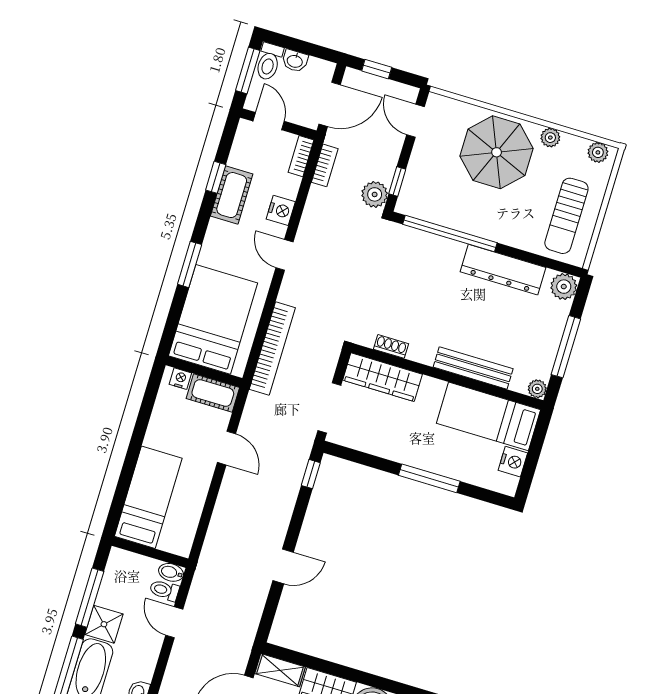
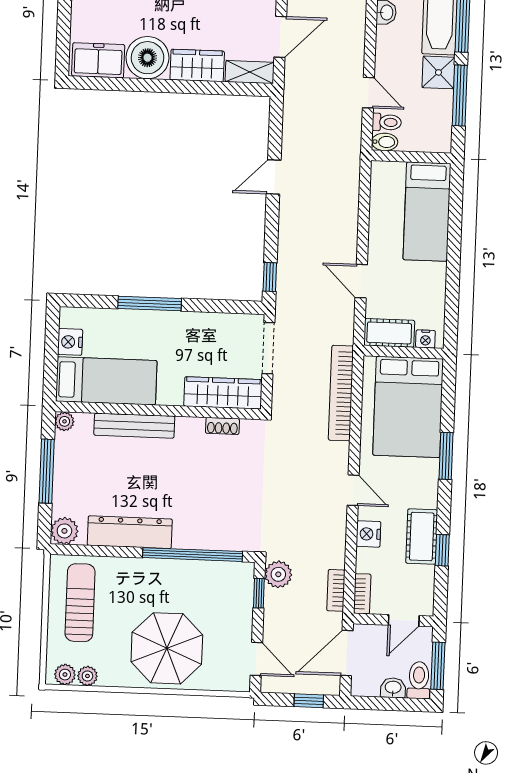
door: (269, 121) -> (404, 620), hinge flipped
plant: (550, 138) -> (87, 676), moved

